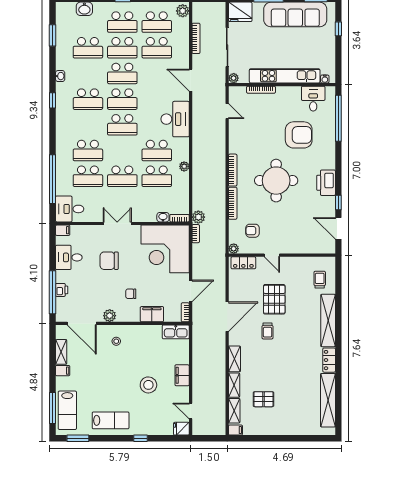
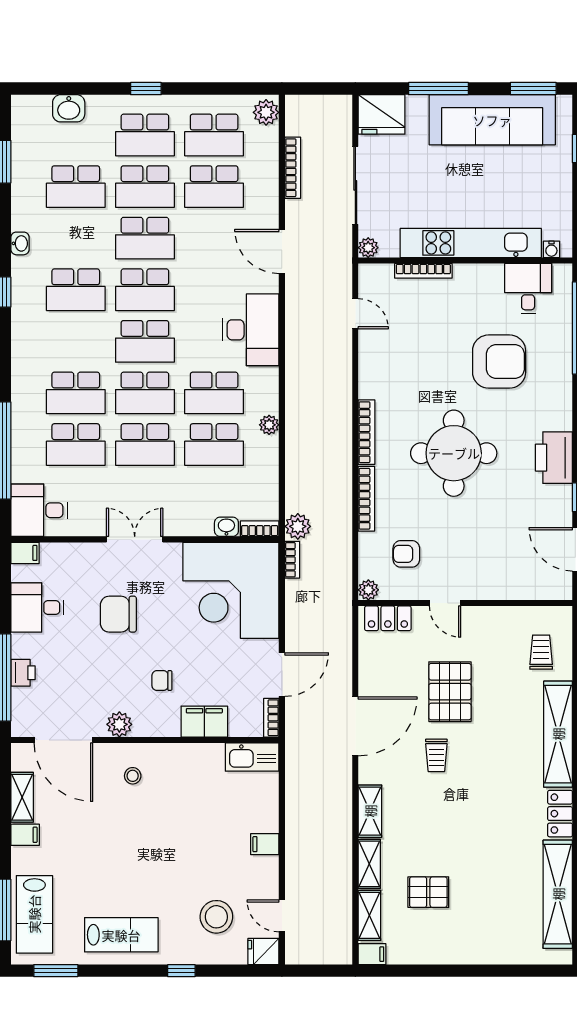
school desk: (122, 151) -> (145, 393), added
filing cabinet: (182, 375) -> (265, 844), width x0.50
stool: (148, 385) -> (216, 917), moved

